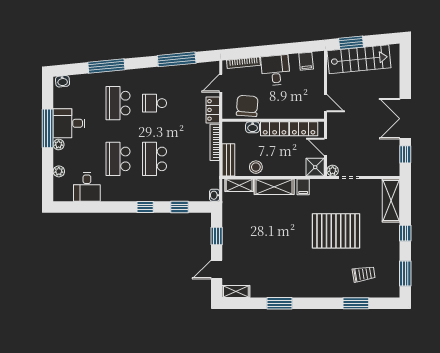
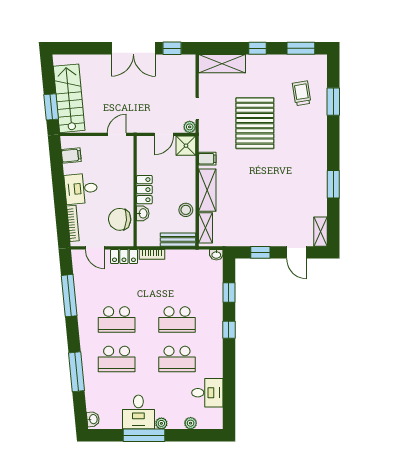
school desk: (155, 103) -> (117, 320), width x1.85
locker: (304, 129) -> (144, 158), removed
bookcase: (215, 142) -> (152, 254), width x0.64

